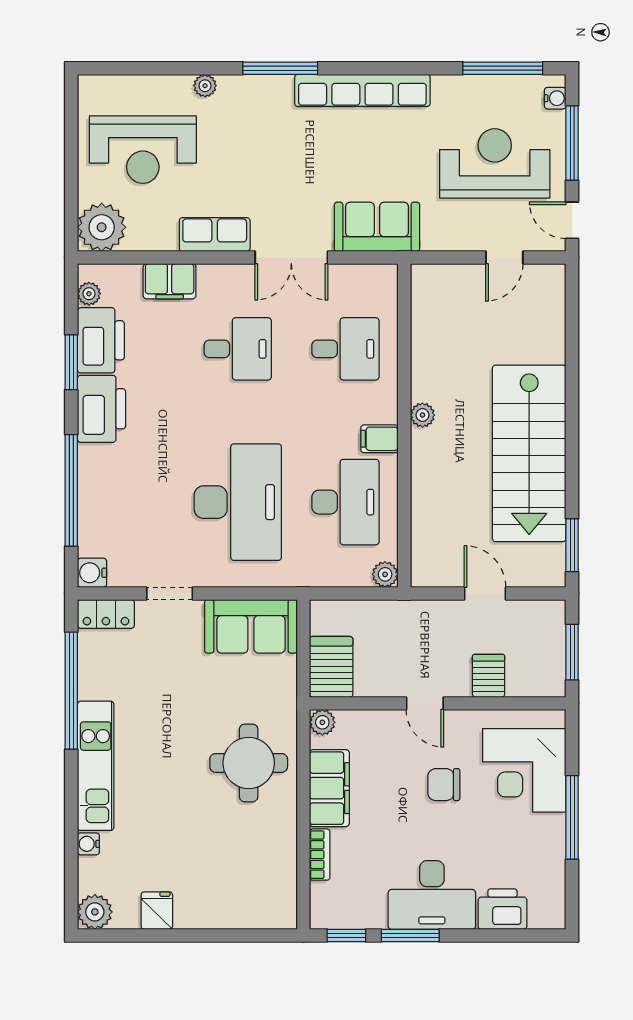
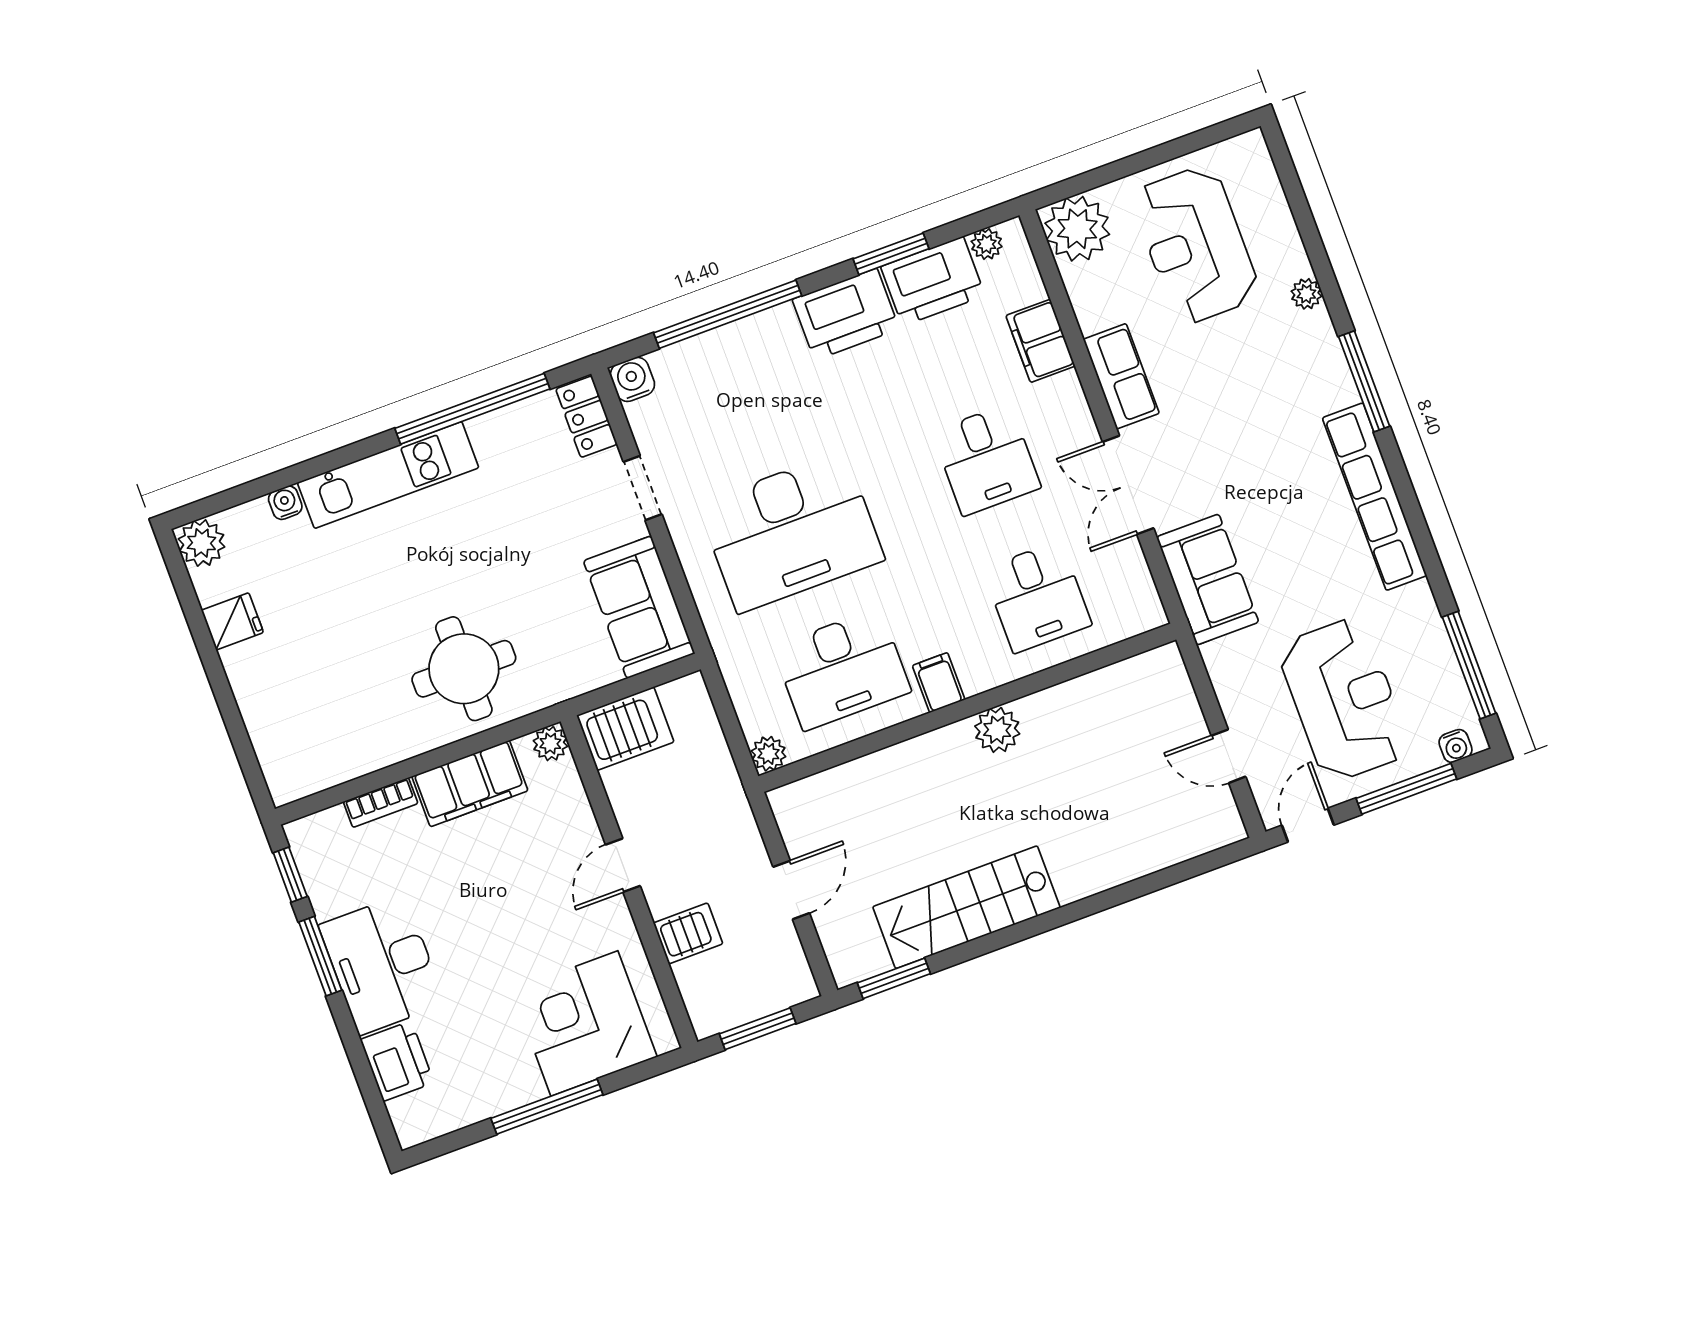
plant: (422, 415) -> (997, 730), width x1.38, depth x1.38
stairs: (529, 453) -> (966, 907), width x0.73, depth x0.66
chair: (444, 785) -> (528, 928), removed

